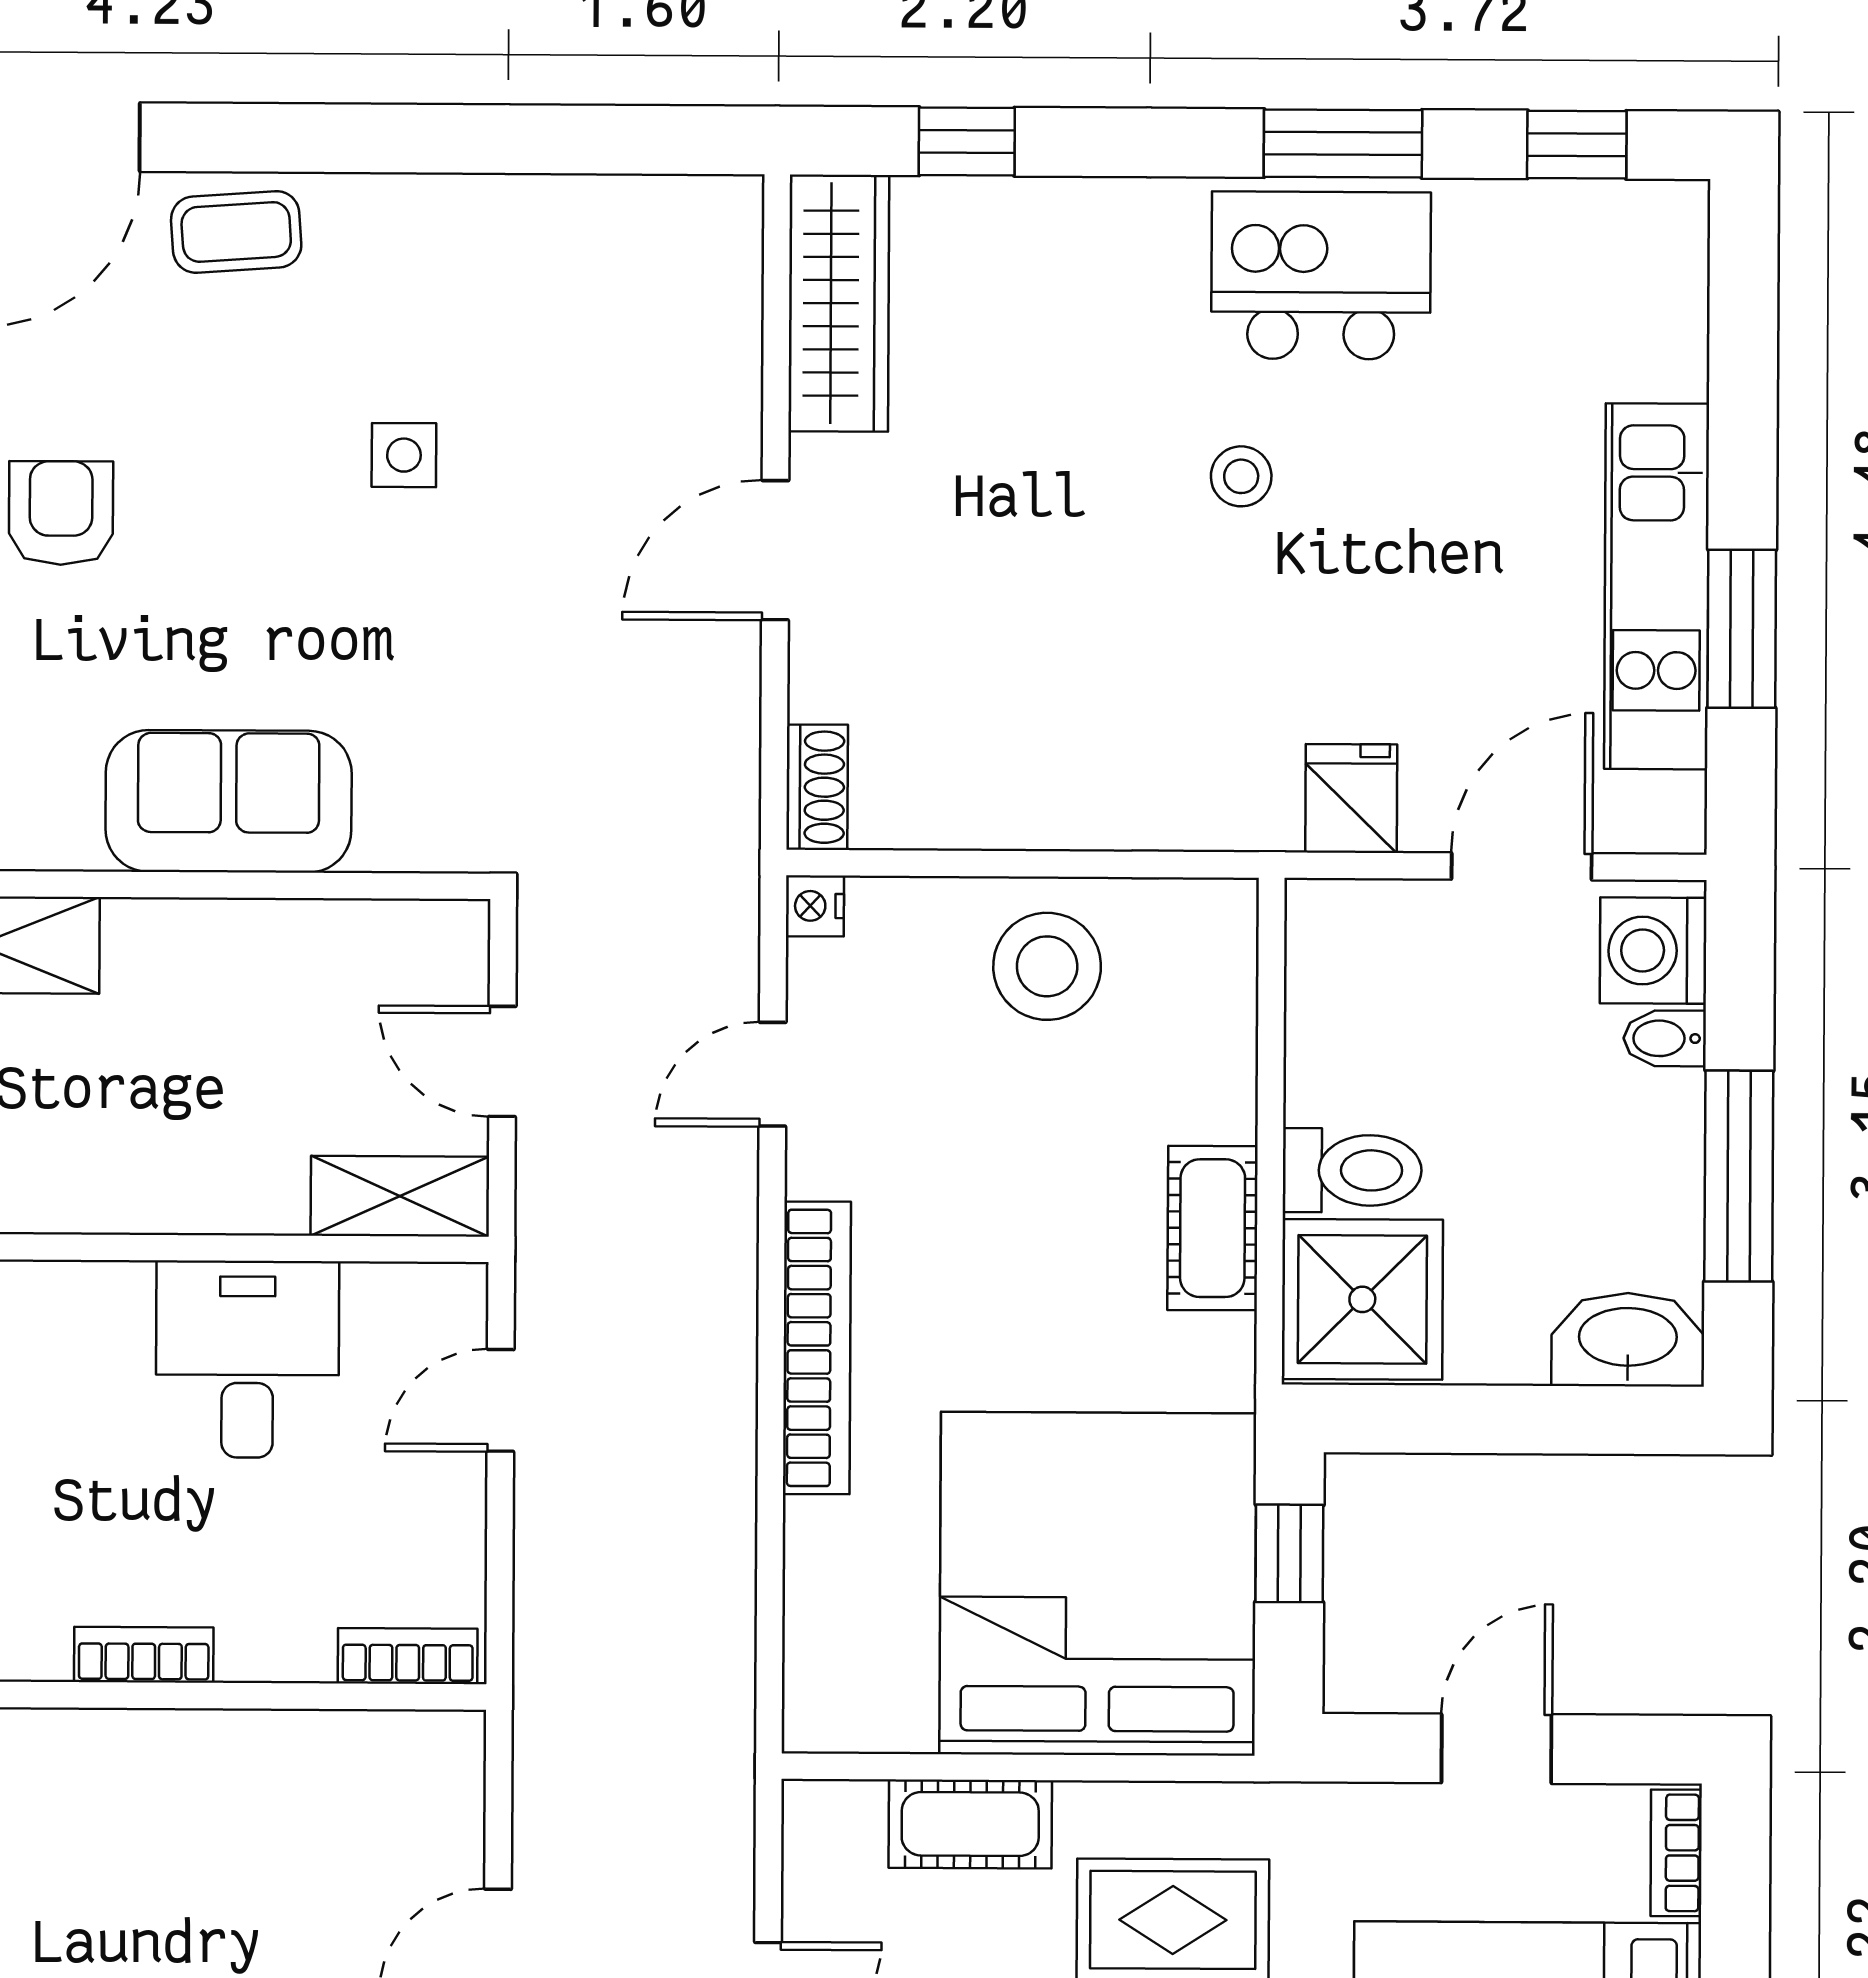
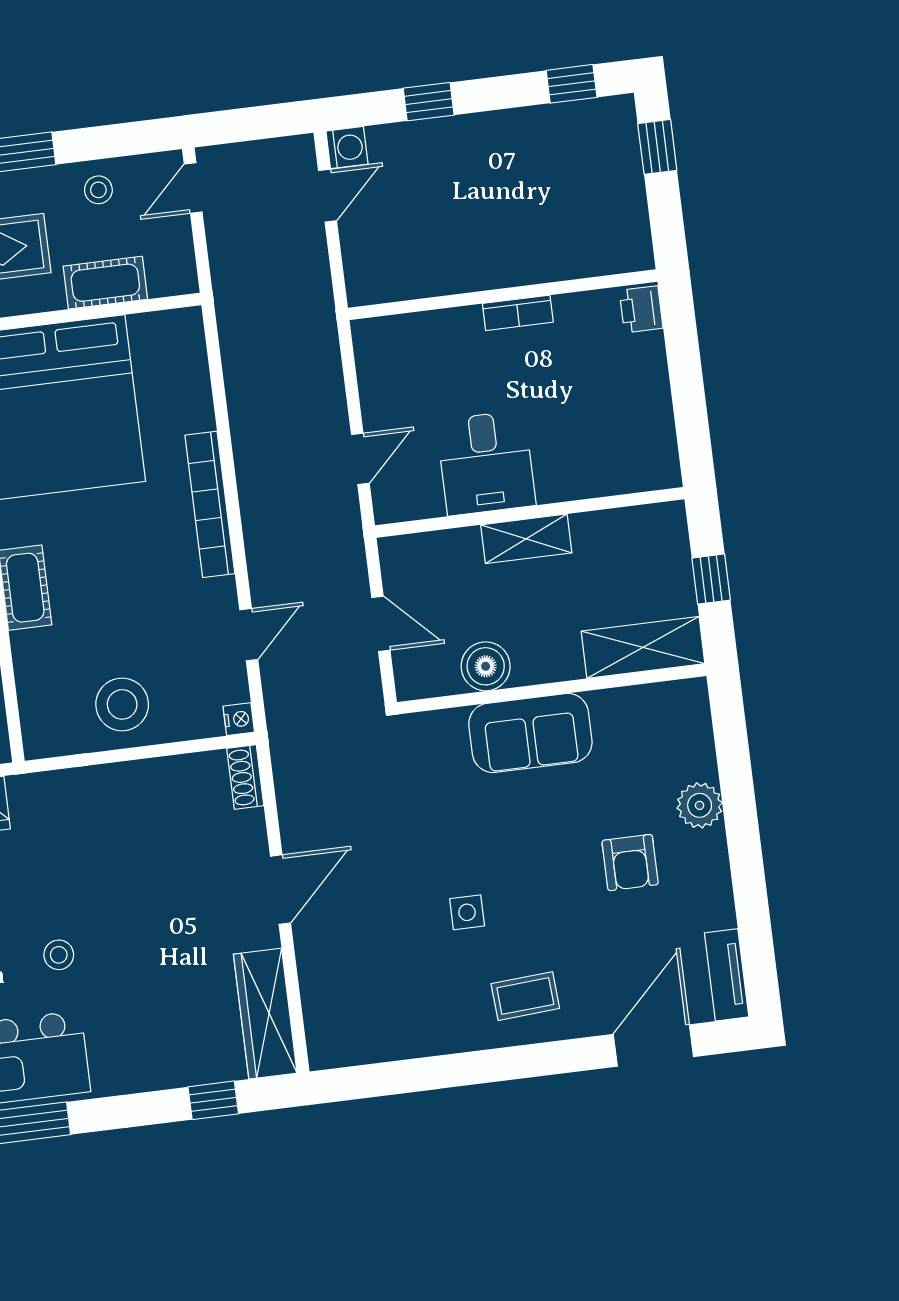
coffee table: (236, 232) -> (525, 996), moved
boiler: (302, 948) -> (486, 666), added
shelving: (400, 1196) -> (526, 539), moved
bookcase: (408, 1656) -> (389, 329), removed

